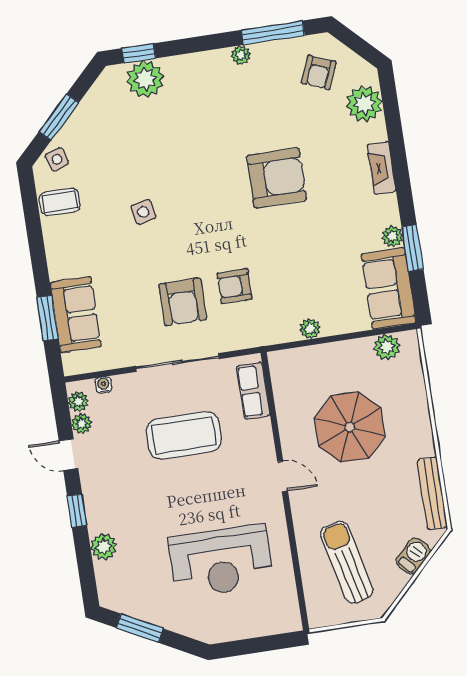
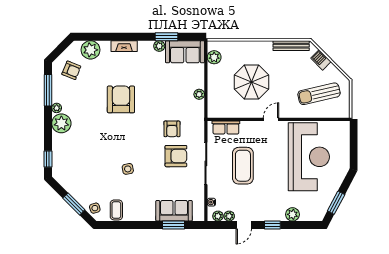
plant: (145, 79) -> (61, 123), moved
reception desk: (221, 561) -> (309, 157), width x1.36, depth x1.30

